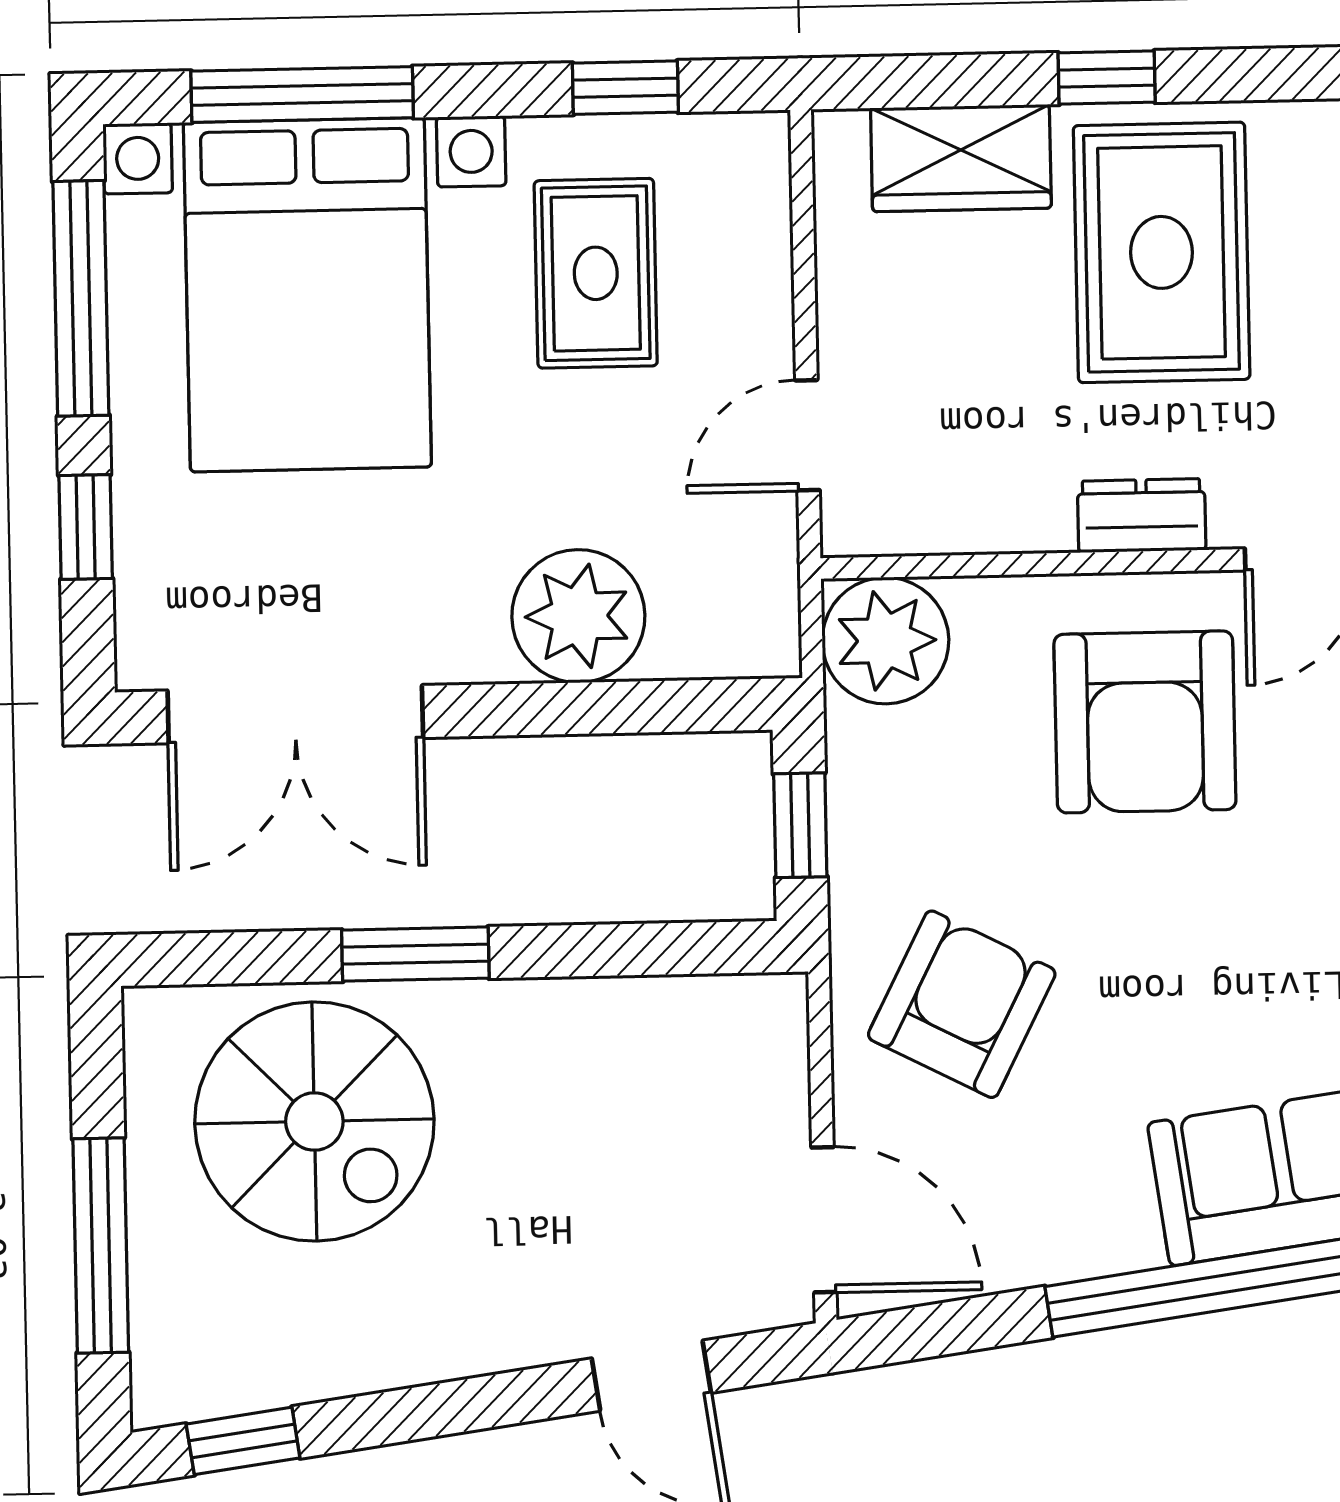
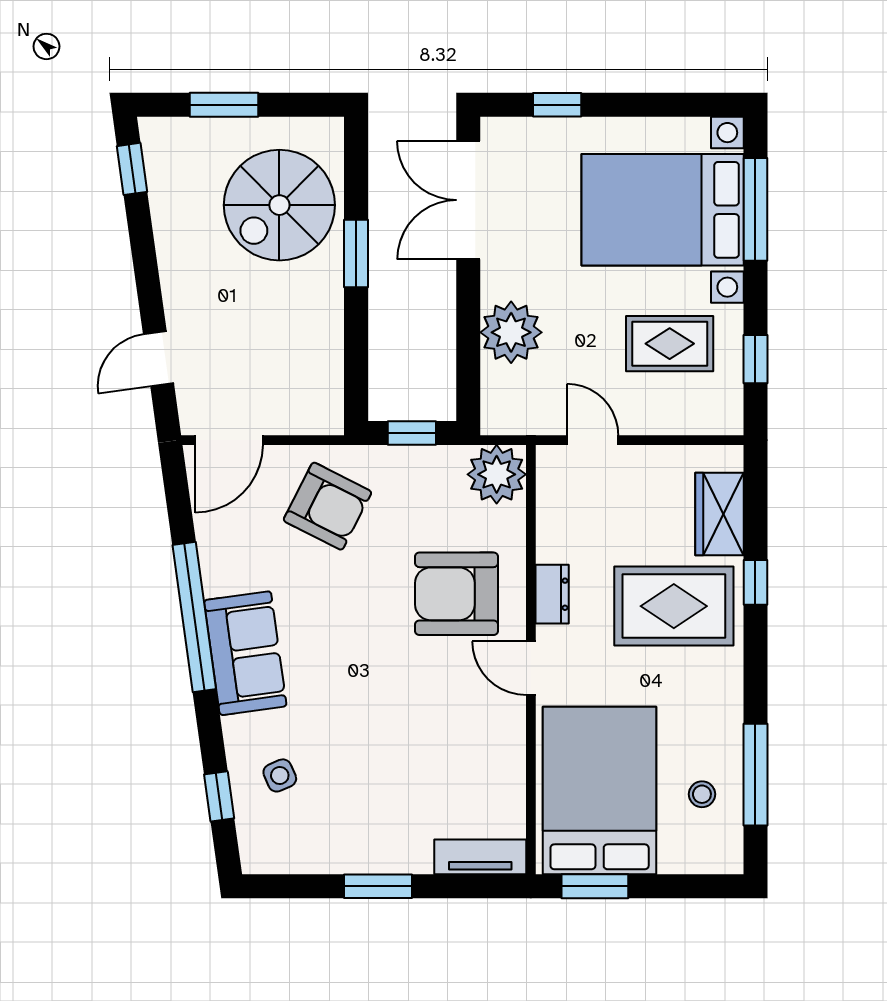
window: (81, 298) -> (663, 105), removed
window: (101, 1246) -> (224, 105), width x0.69

